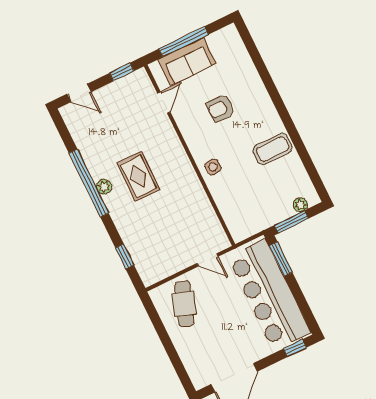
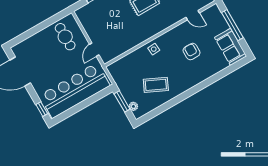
sofa: (187, 62) -> (231, 47), moved
coffee table: (273, 149) -> (156, 85), moved, turned -65
window: (281, 259) -> (98, 96), removed
cafe table: (184, 304) -> (65, 37), turned 70

